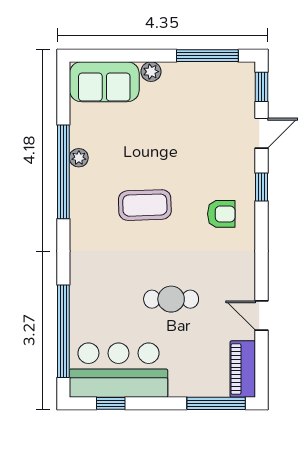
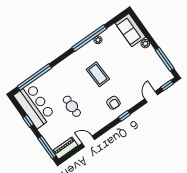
door: (261, 133) -> (151, 97), swing flipped
window: (261, 187) -> (124, 116), moved
door: (261, 315) -> (88, 141), hinge flipped
window: (111, 403) -> (28, 121), moved

